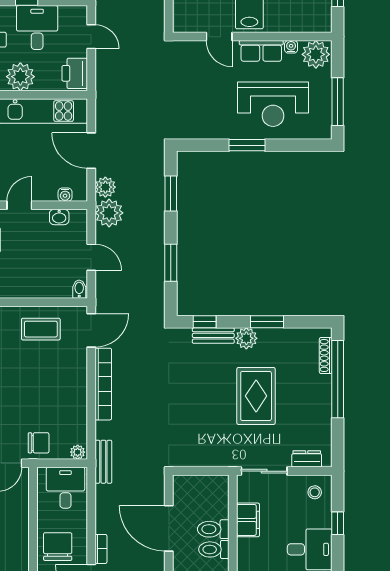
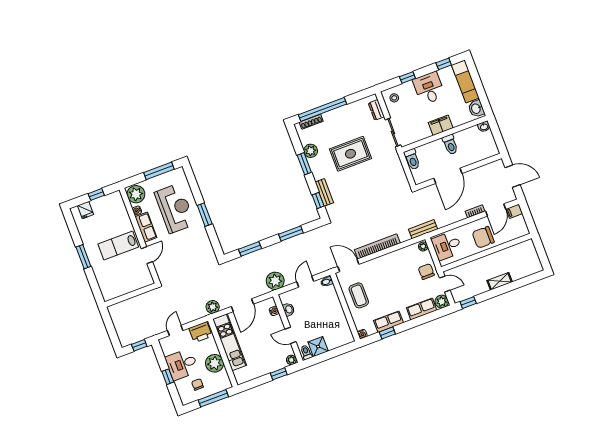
plant: (105, 187) -> (213, 307), moved
plant: (246, 338) -> (311, 151), moved
filing cabinet: (248, 520) -> (441, 125), moved
toilet: (213, 529) -> (412, 159), moved

